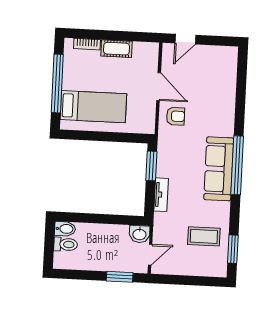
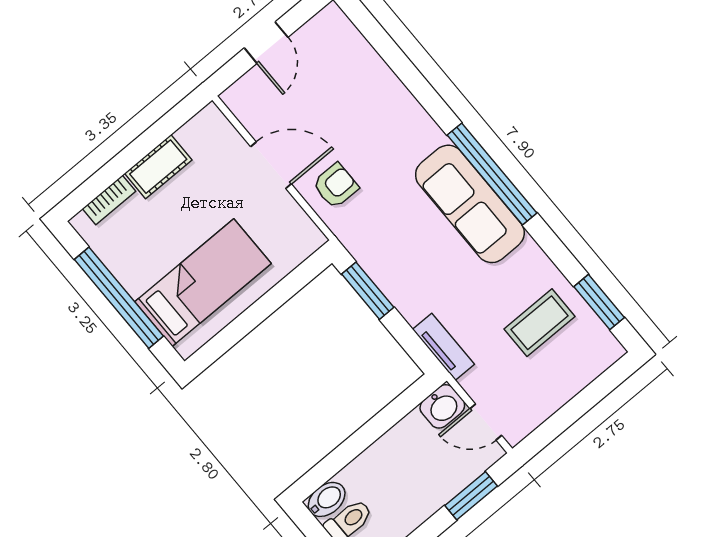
door: (185, 39) -> (266, 43), moved
tv unit: (161, 195) -> (443, 347), moved
door: (150, 255) -> (486, 422), swing flipped

